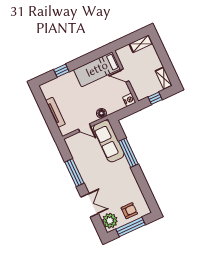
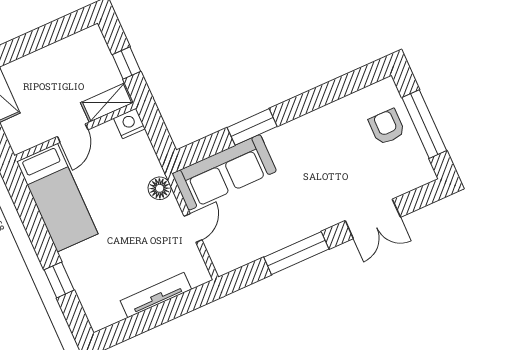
shelving: (164, 78) -> (107, 103), moved
window: (128, 153) -> (252, 127), width x0.69
double door: (90, 205) -> (373, 219), swing flipped
plant: (110, 221) -> (409, 172), removed

